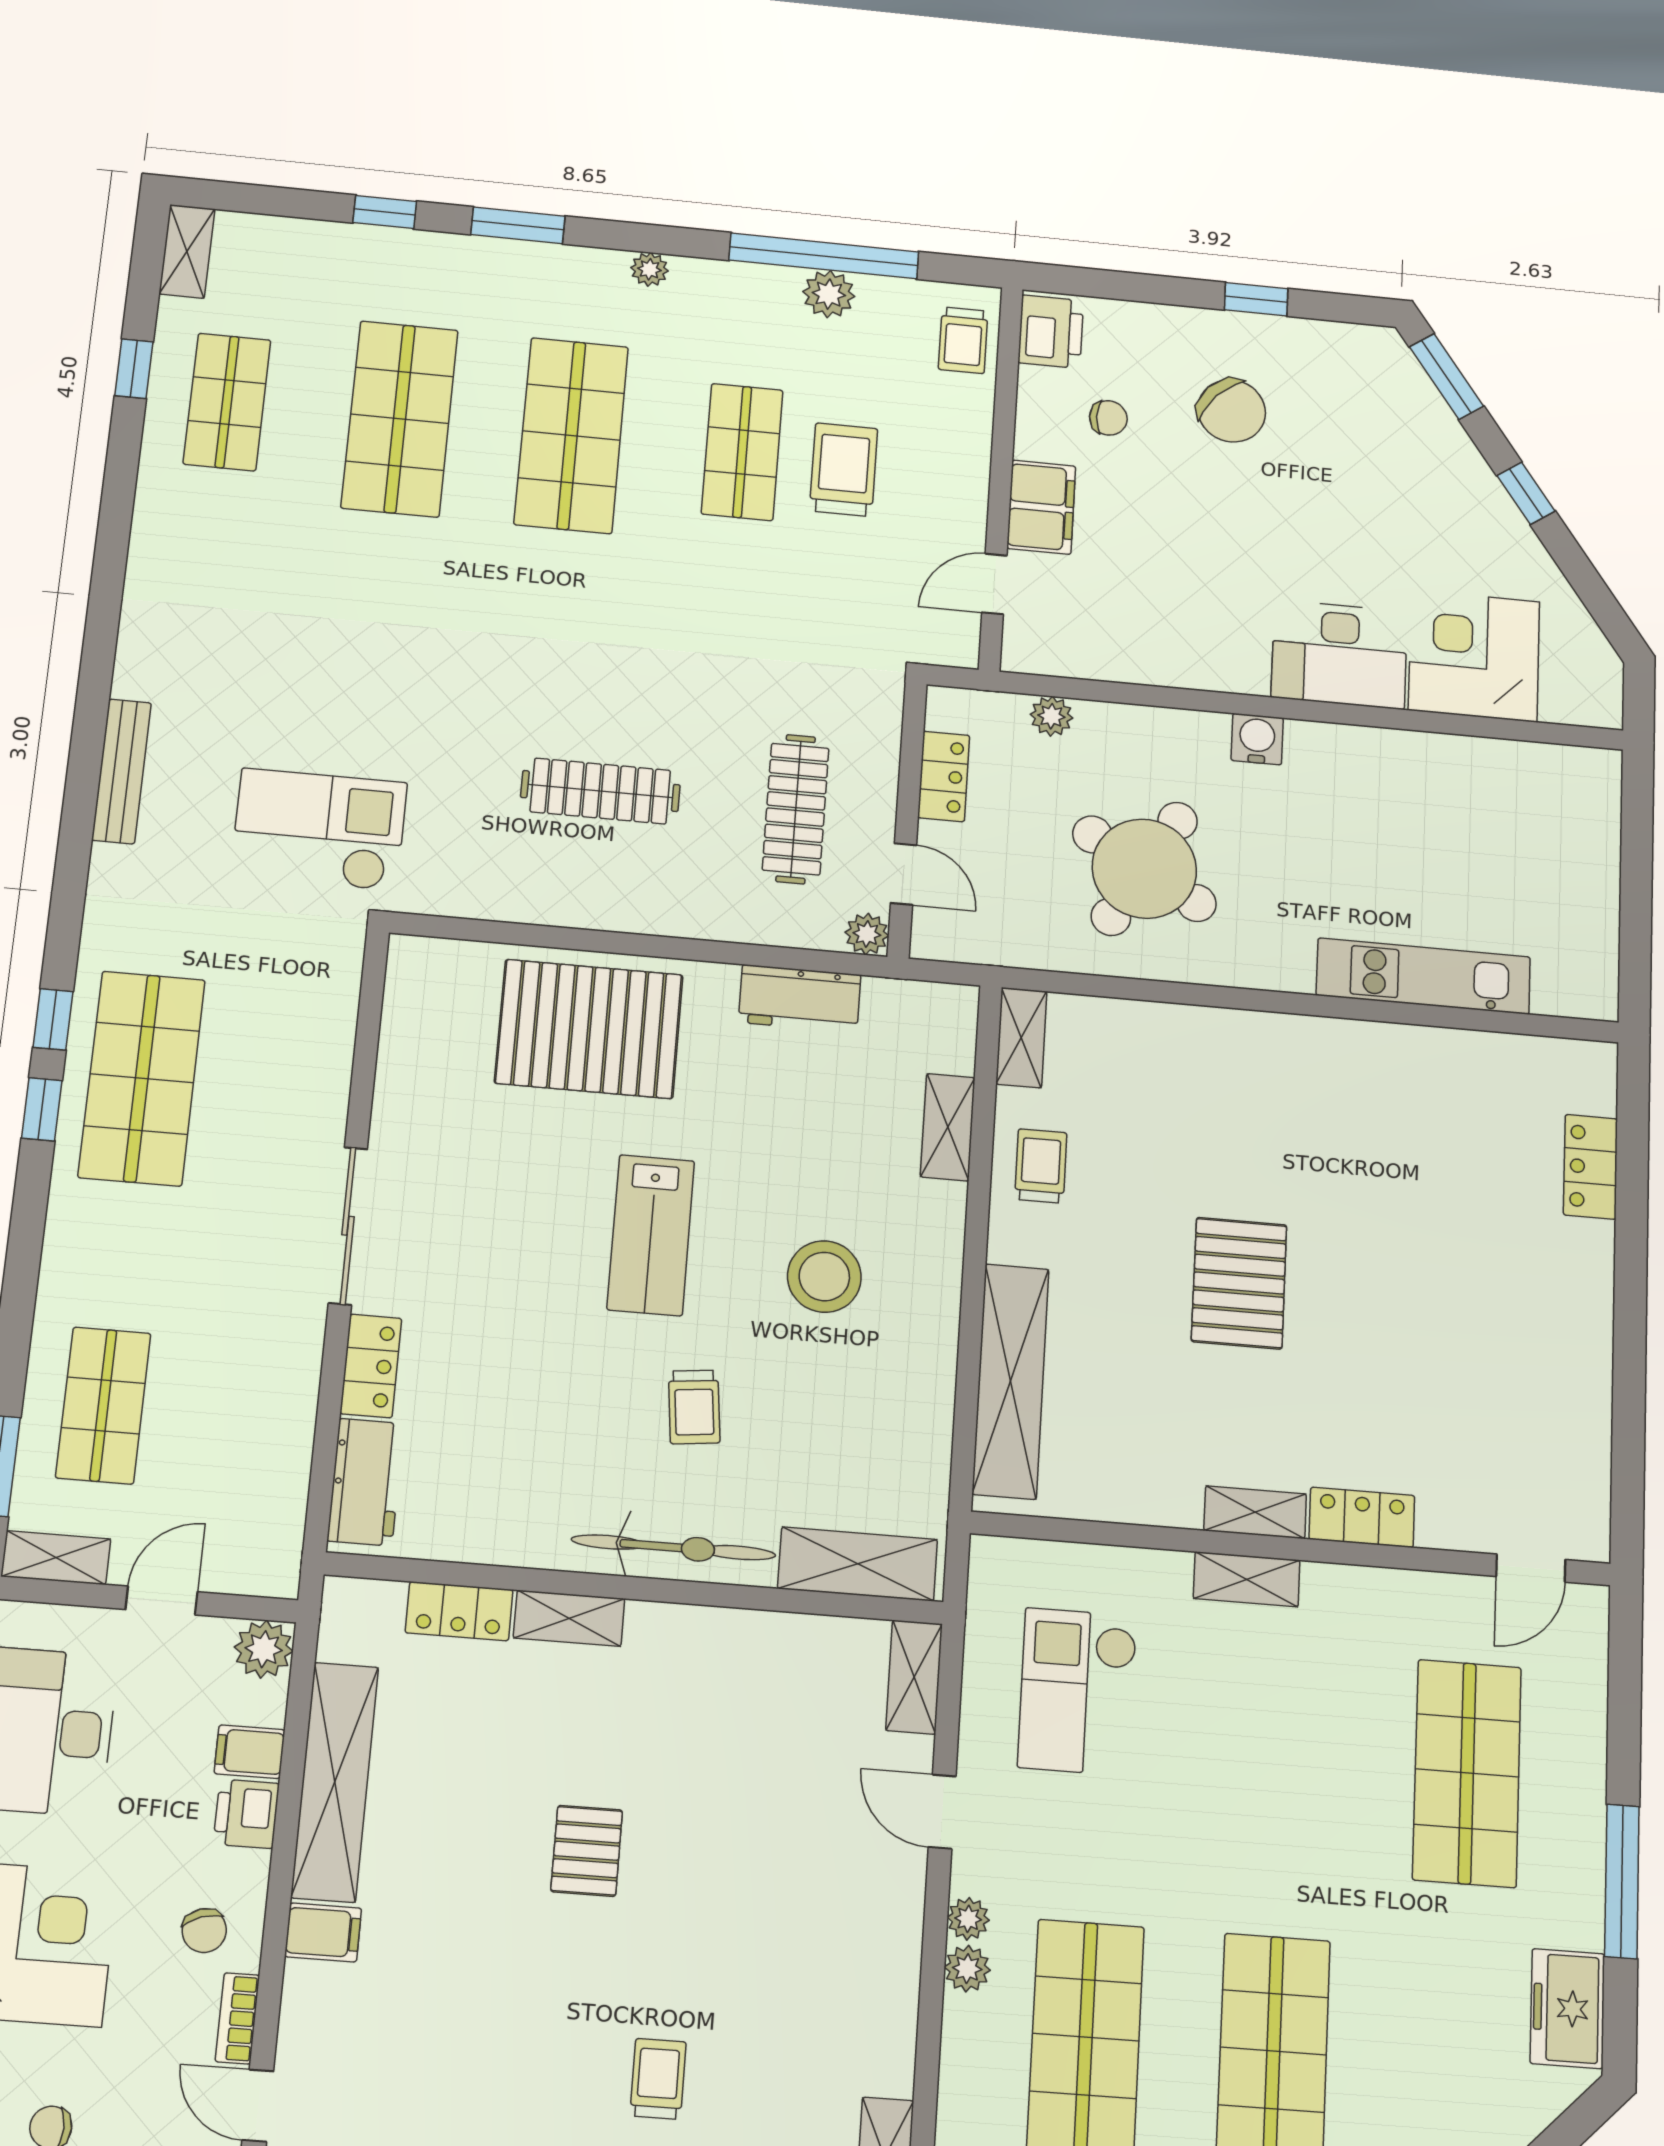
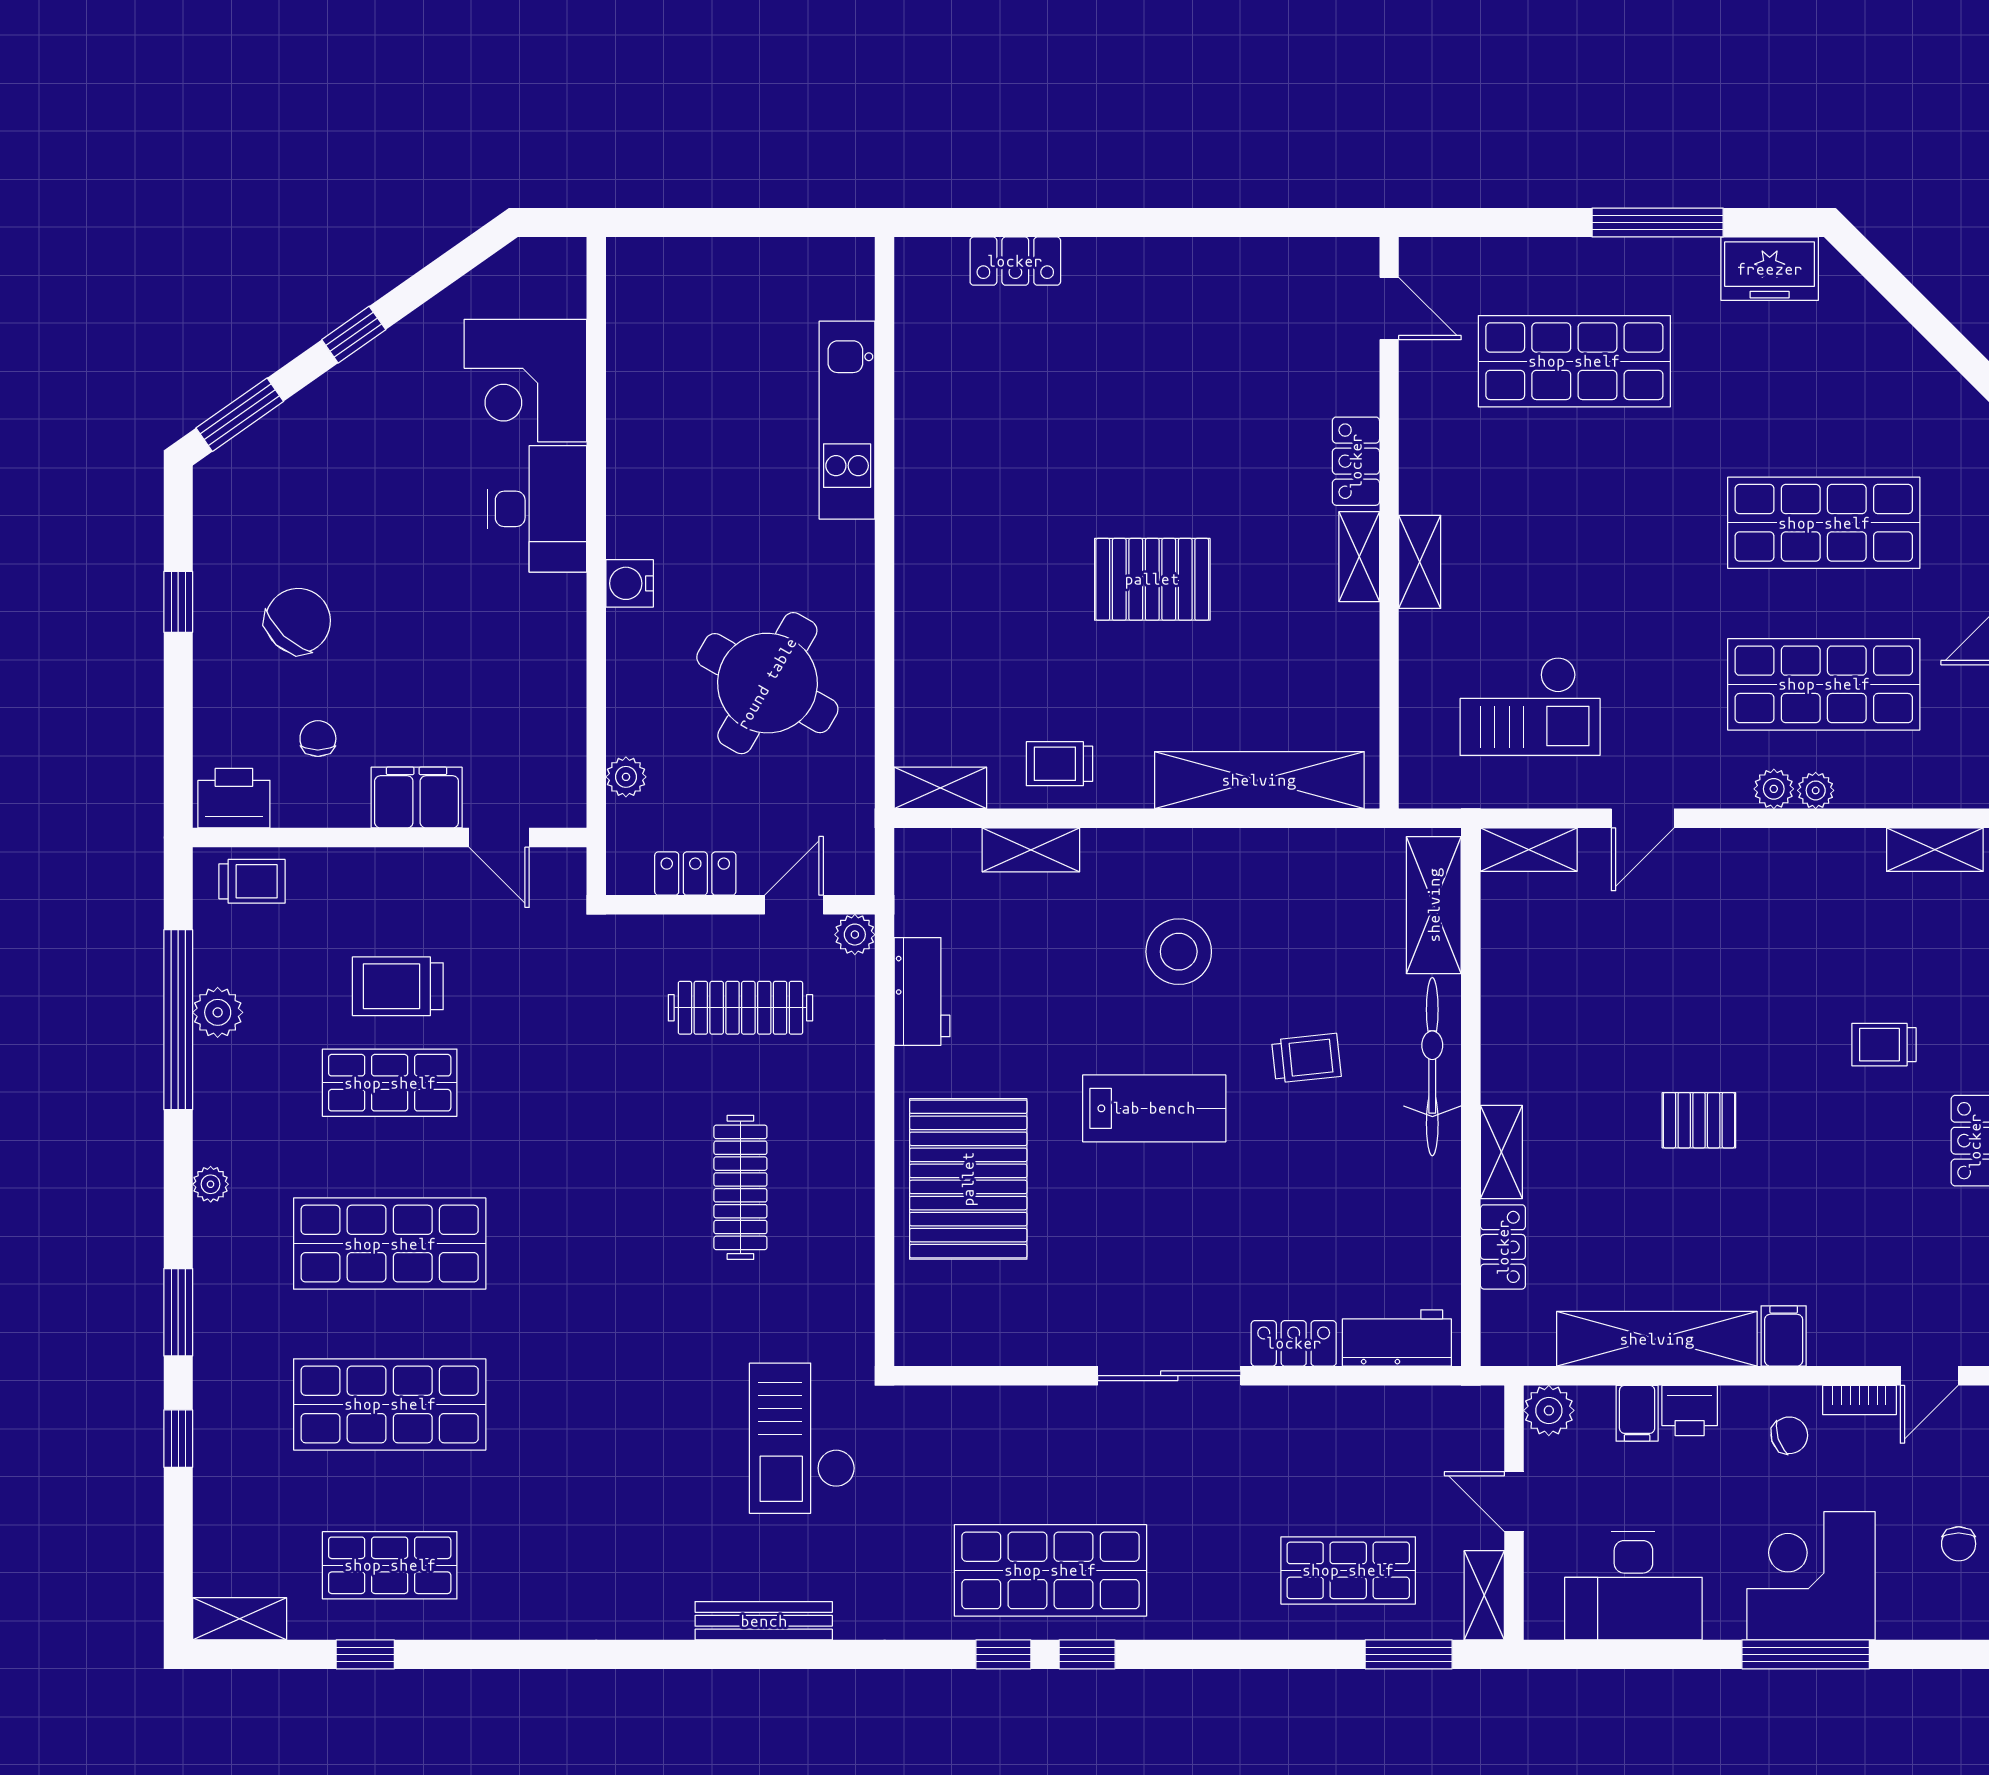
plant: (968, 1919) -> (1816, 790), moved

